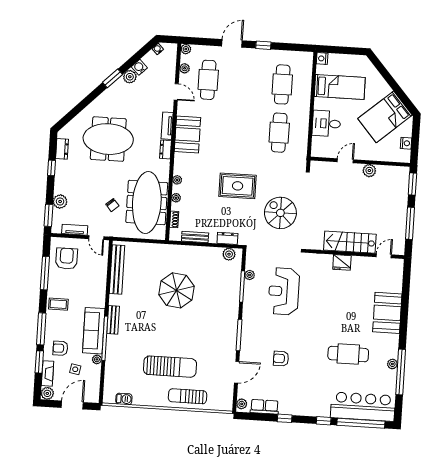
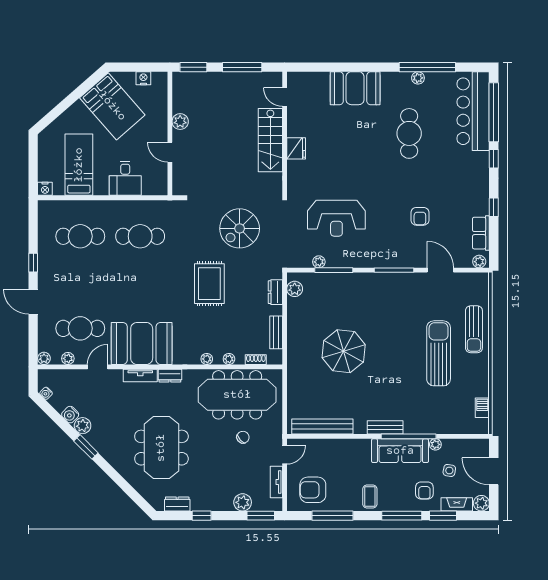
booth: (187, 135) -> (142, 343), width x1.36, depth x1.42

